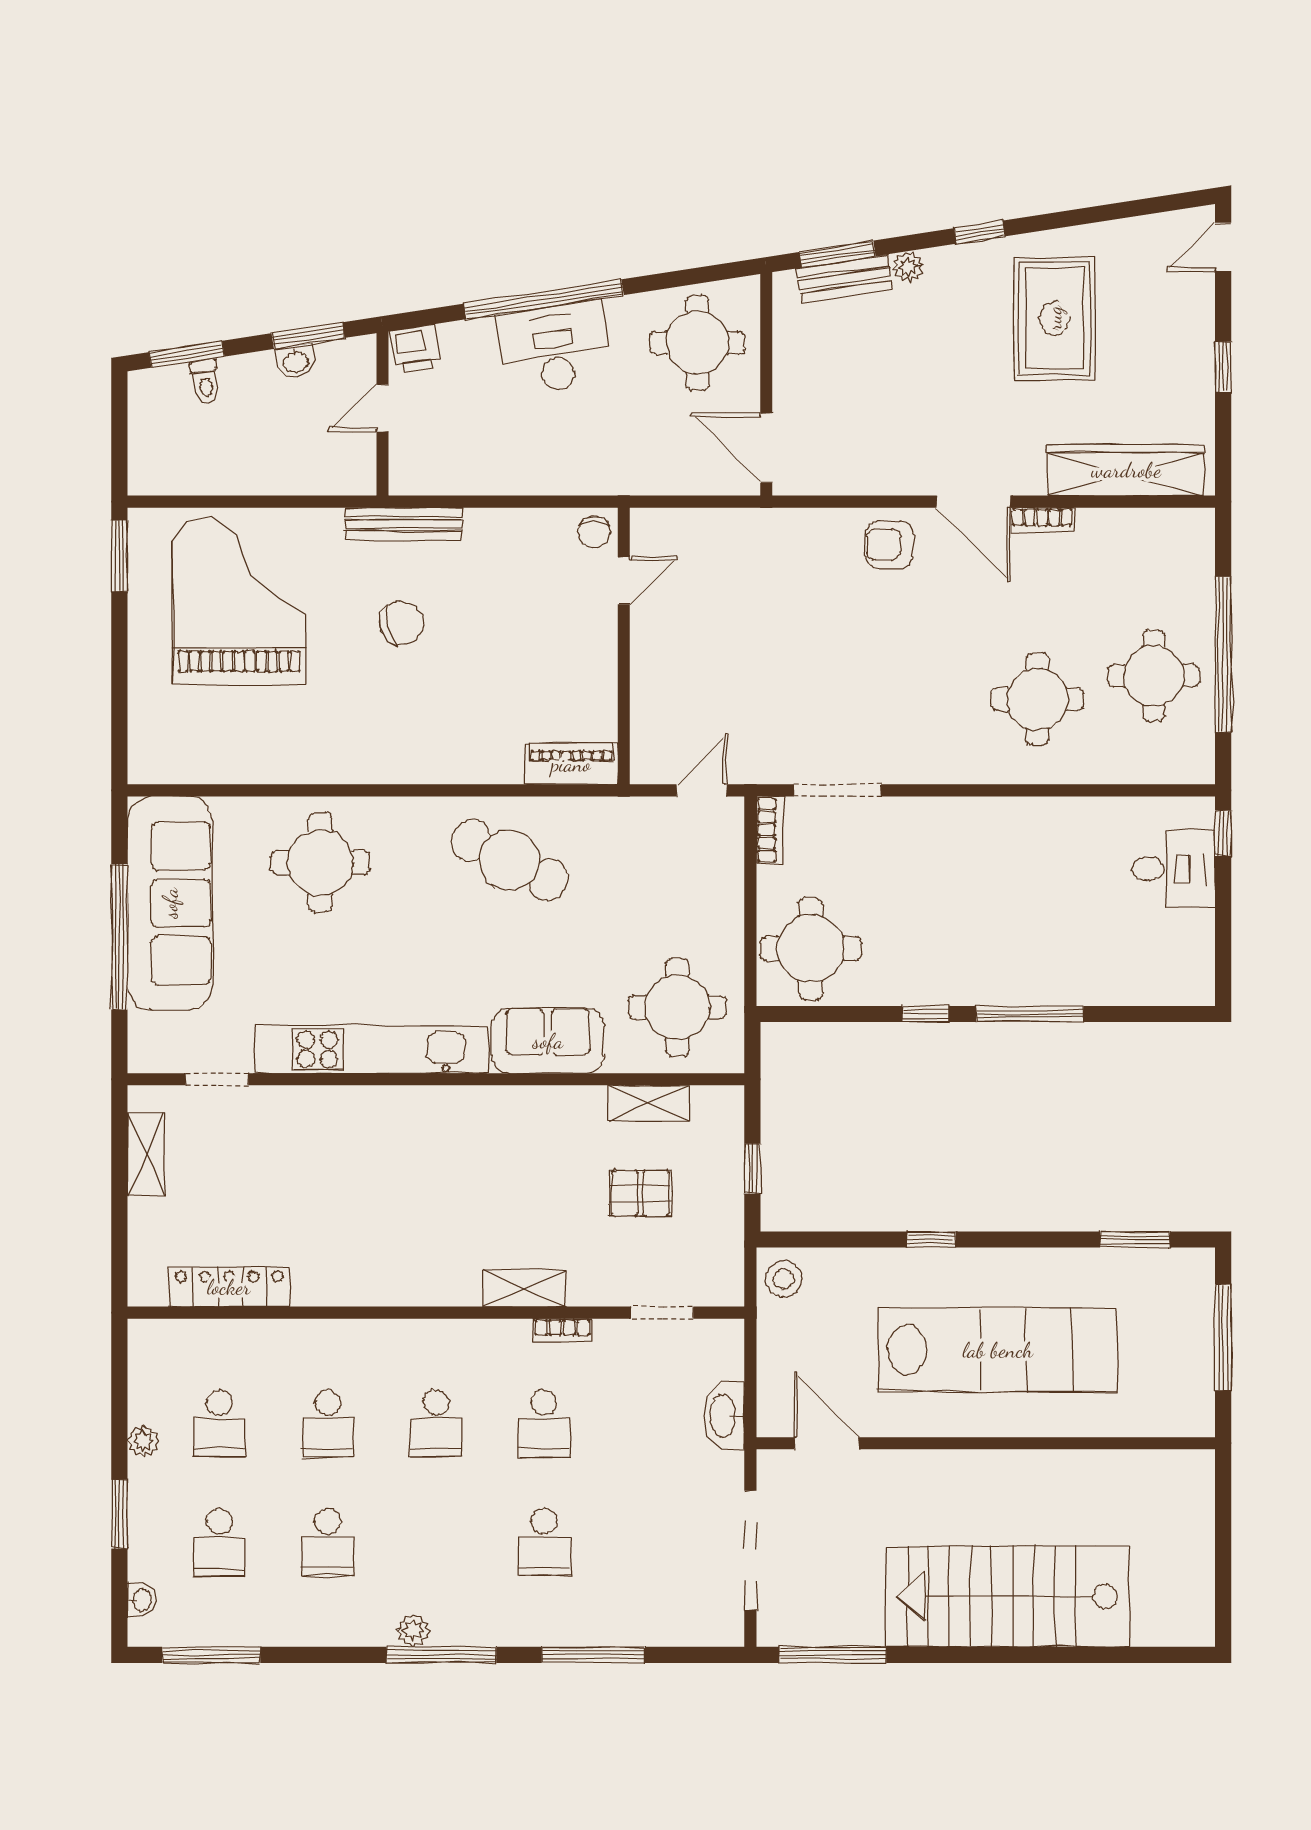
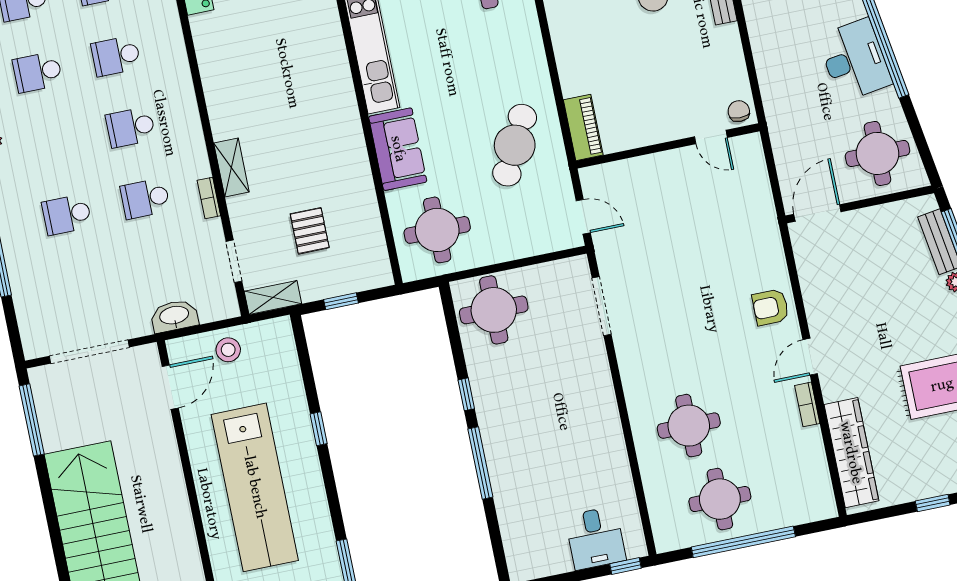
door: (973, 502) -> (810, 357), width x0.73
chair: (594, 532) -> (739, 111), turned 90
armchair: (889, 545) -> (770, 307), turned -90
bookcase: (770, 830) -> (566, 267), removed
cafe table: (509, 860) -> (515, 145), moved
shelving: (648, 1103) -> (273, 297), moved, turned 90
stool: (784, 1279) -> (228, 350), moved

